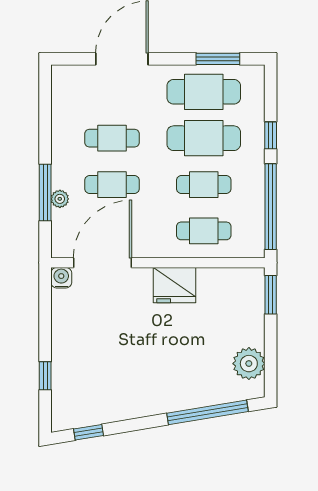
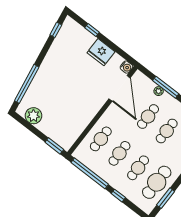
cafe table: (204, 138) -> (138, 168), width x0.73, depth x0.74
fridge: (174, 285) -> (101, 52), moved, turned -90

